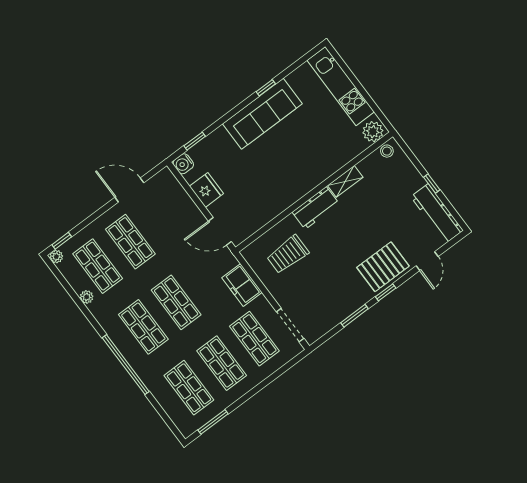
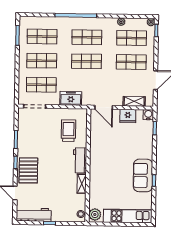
sofa: (262, 114) -> (143, 175), width x0.73
shelving: (180, 197) -> (134, 101), added
door: (220, 231) -> (104, 107), swing flipped

